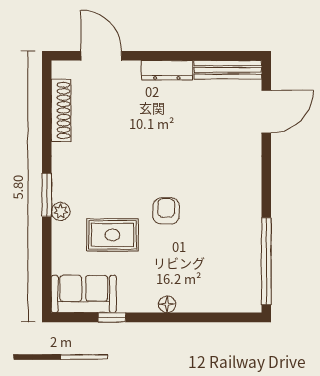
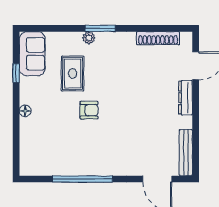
dresser: (167, 70) -> (186, 98), moved
window: (266, 261) -> (82, 179), moved

